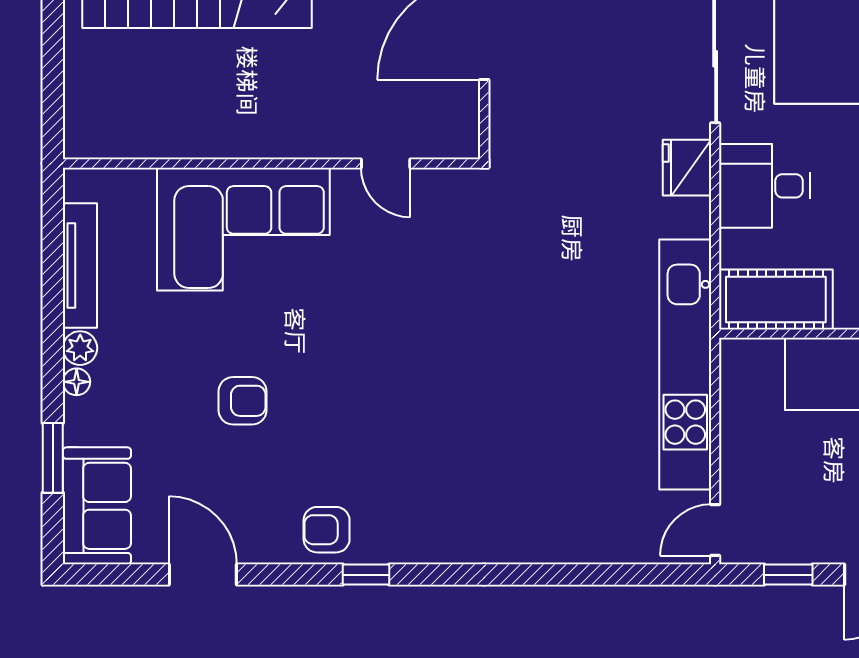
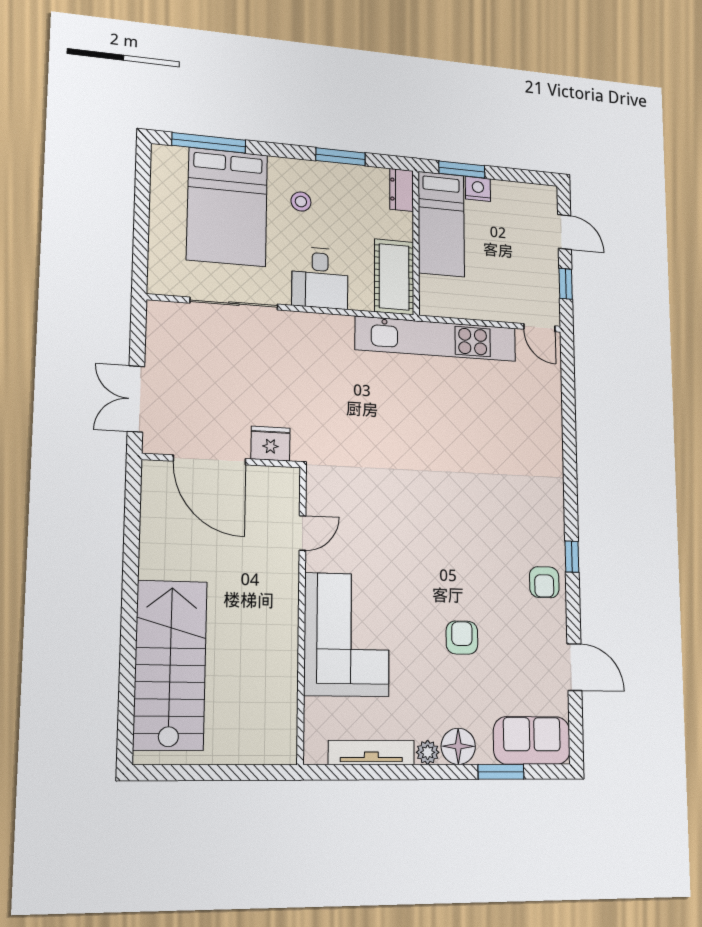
fridge: (687, 168) -> (270, 444), moved, turned 180
floor lamp: (77, 382) -> (458, 746), width x1.89, depth x1.89
door: (203, 575) -> (574, 667), swing flipped

